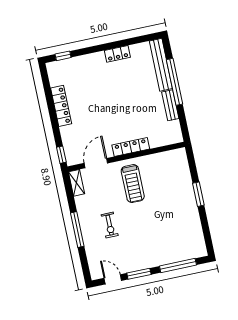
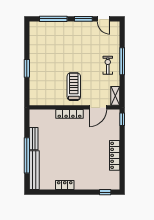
exercise bike: (110, 225) -> (108, 65), moved

